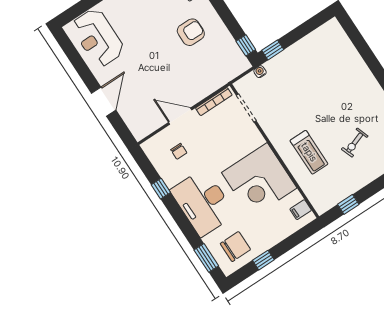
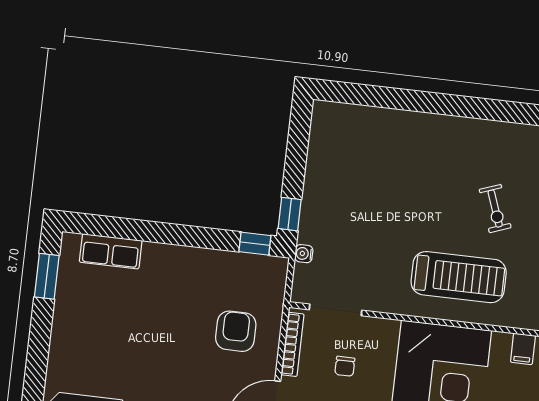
armchair: (191, 32) -> (236, 331), moved
chair: (224, 134) -> (345, 366), added
treadmill: (309, 152) -> (459, 277), width x1.37, depth x1.38

